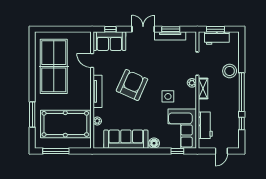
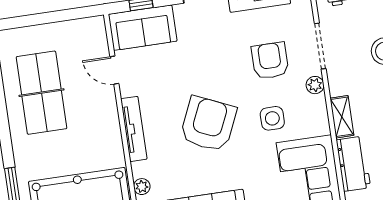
table tennis table: (54, 66) -> (41, 93), width x0.73, depth x0.76
armchair: (171, 67) -> (270, 61), added
armchair: (132, 85) -> (208, 124), moved
shelving: (203, 88) -> (342, 117), moved

